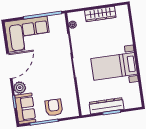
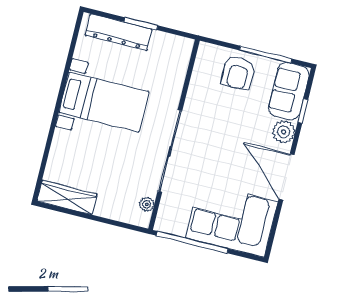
wardrobe: (100, 14) -> (67, 197), moved
door: (9, 66) -> (287, 177), hinge flipped
dresser: (106, 106) -> (119, 32), moved

